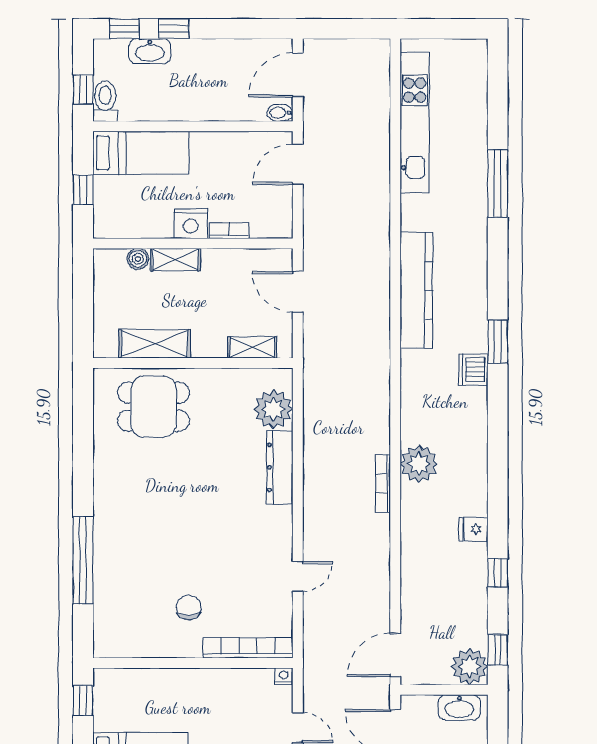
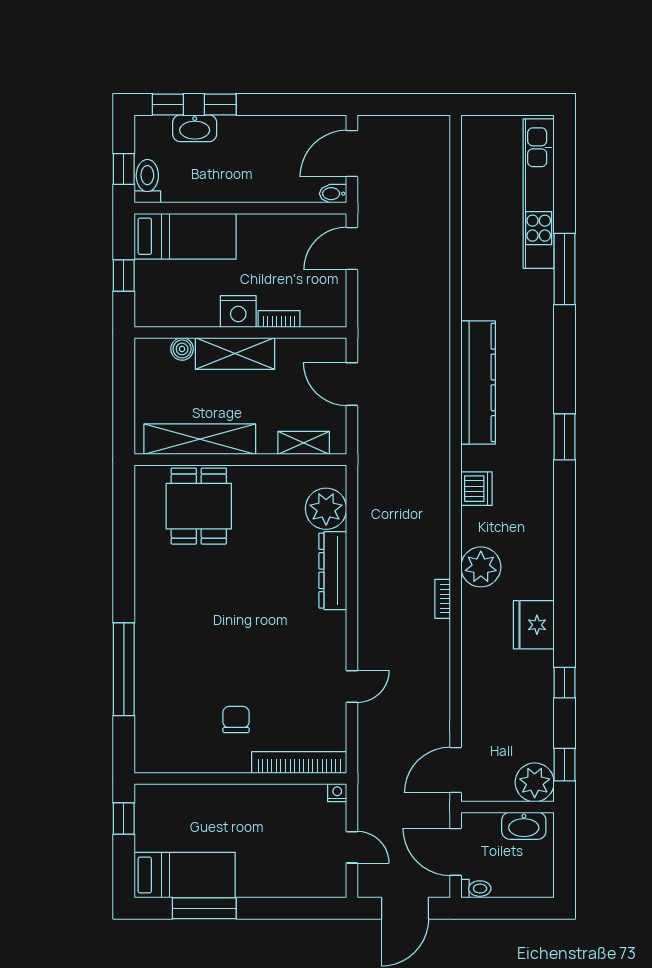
kitchen unit: (415, 123) -> (539, 194), moved, turned 180
shelving: (175, 259) -> (235, 354), width x1.50, depth x1.33
shelving: (155, 344) -> (200, 439), width x1.47
dishwasher: (473, 370) -> (476, 489), moved, turned 180
dining table: (154, 407) -> (199, 506), turned 90
bookcase: (383, 484) -> (443, 599), width x0.64
fridge: (474, 529) -> (534, 625), width x1.88, depth x1.34

